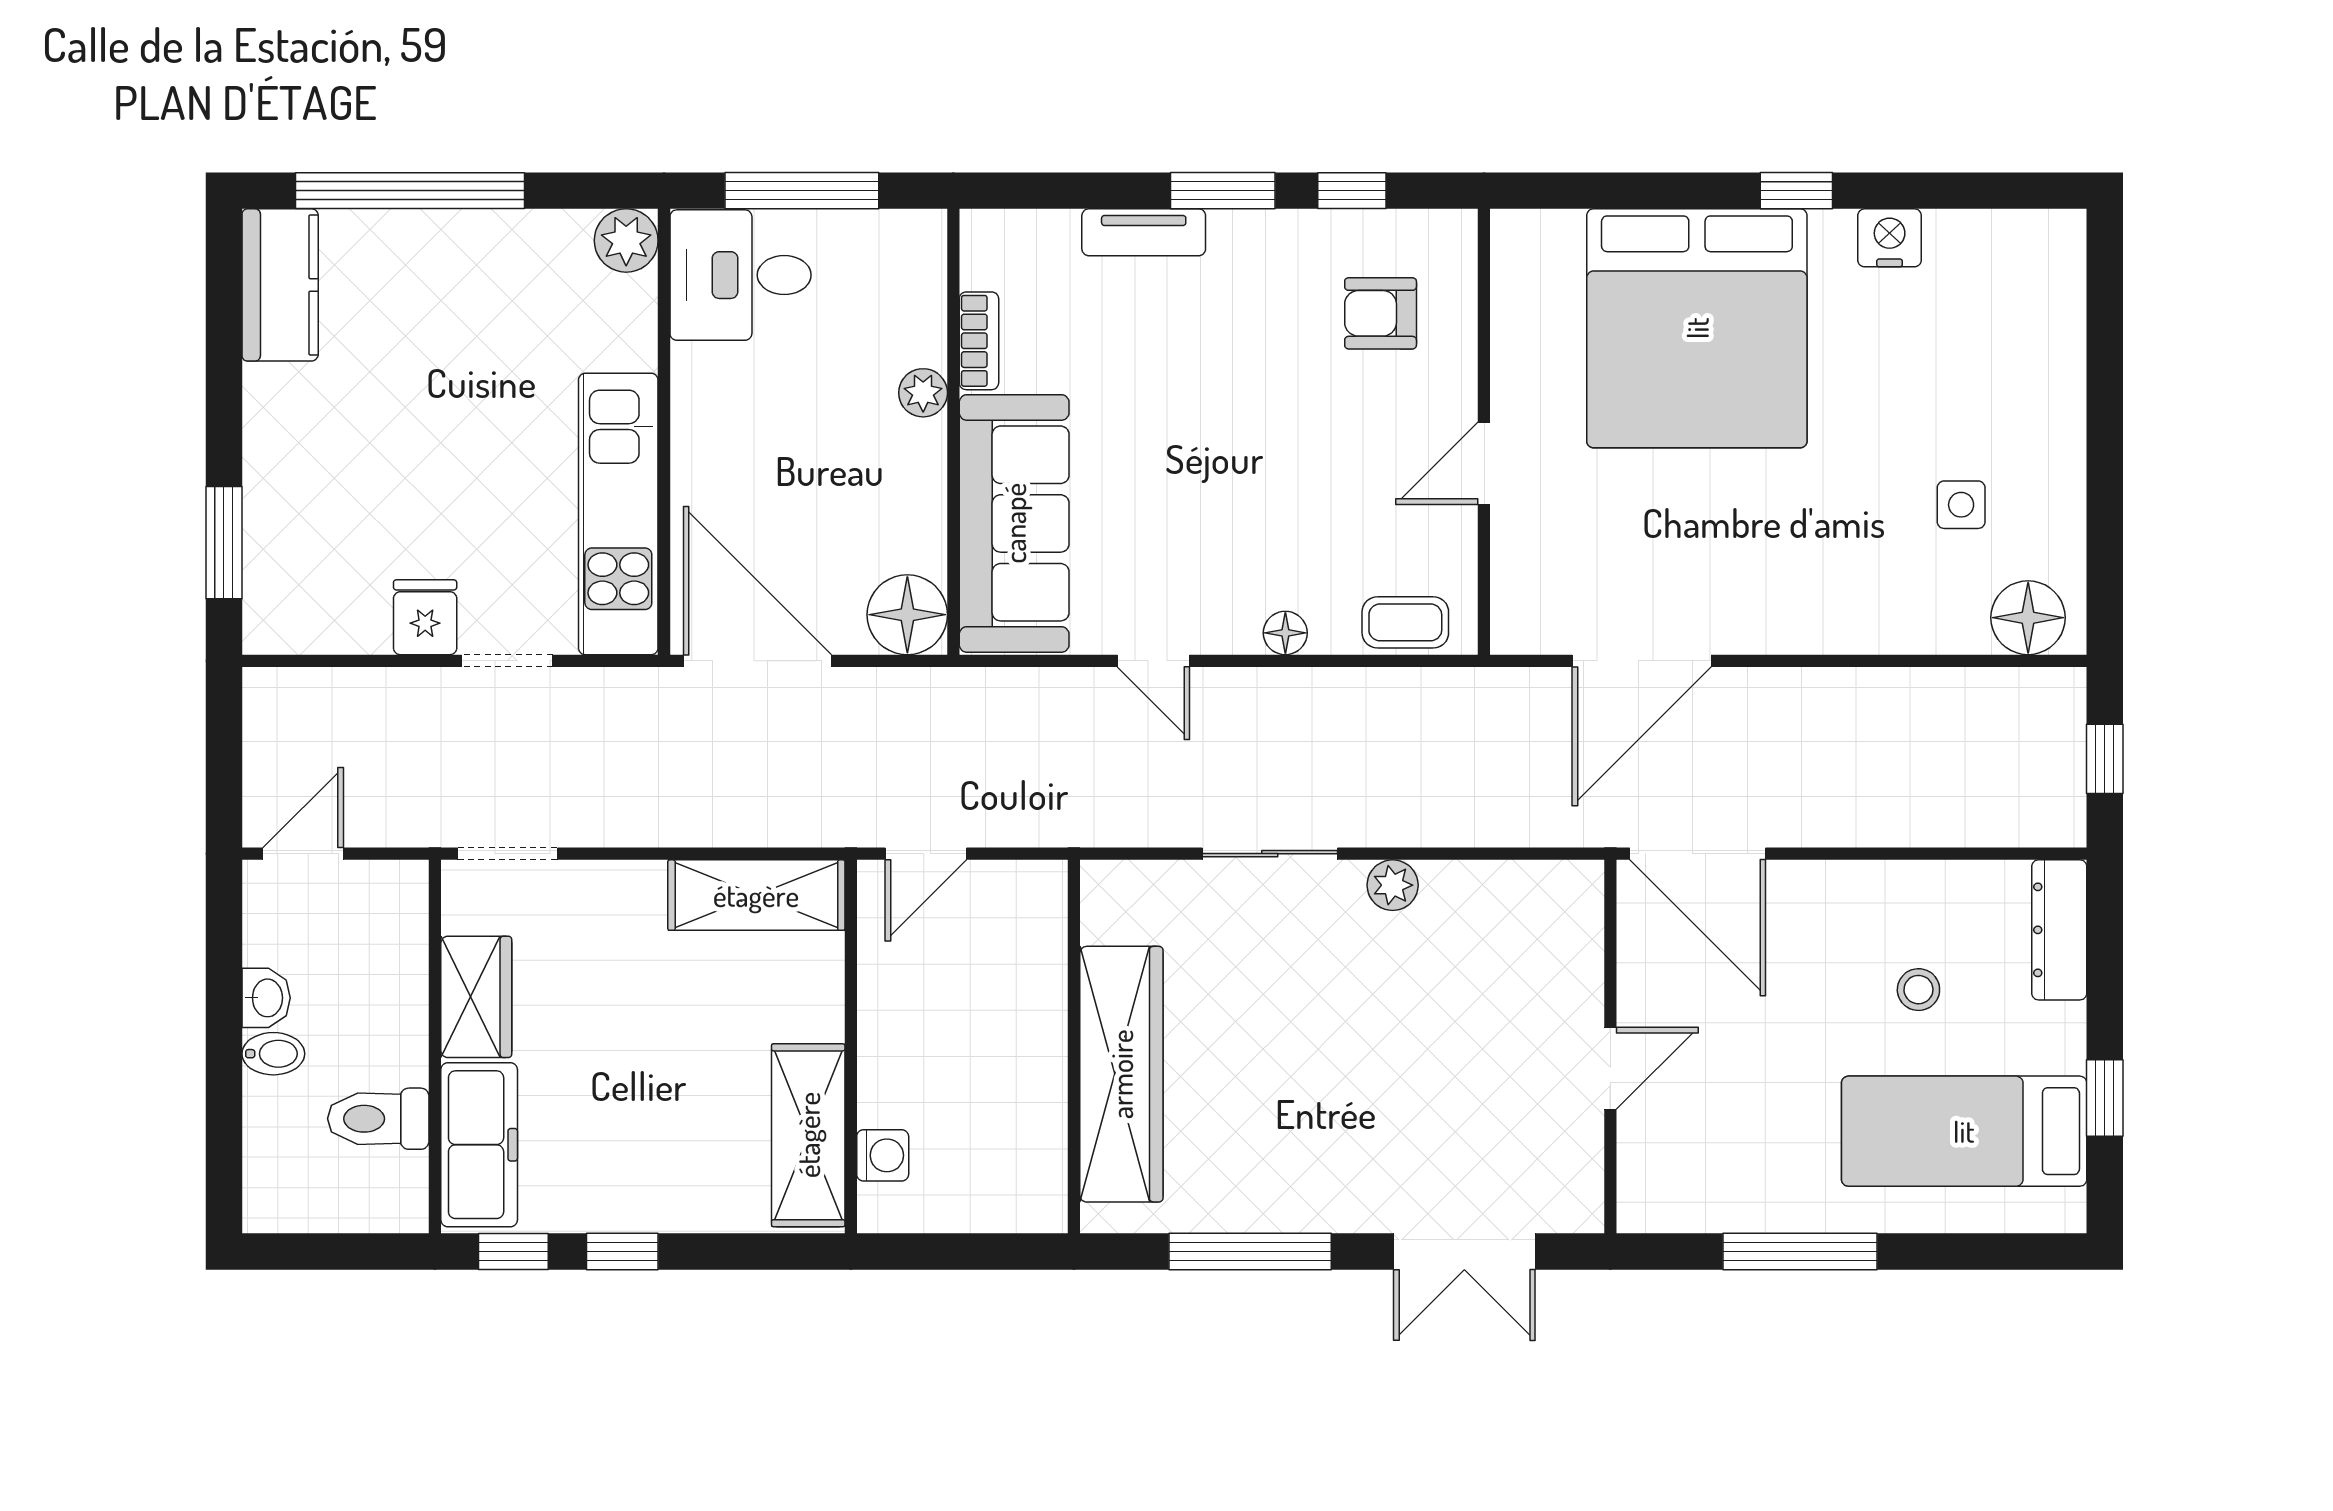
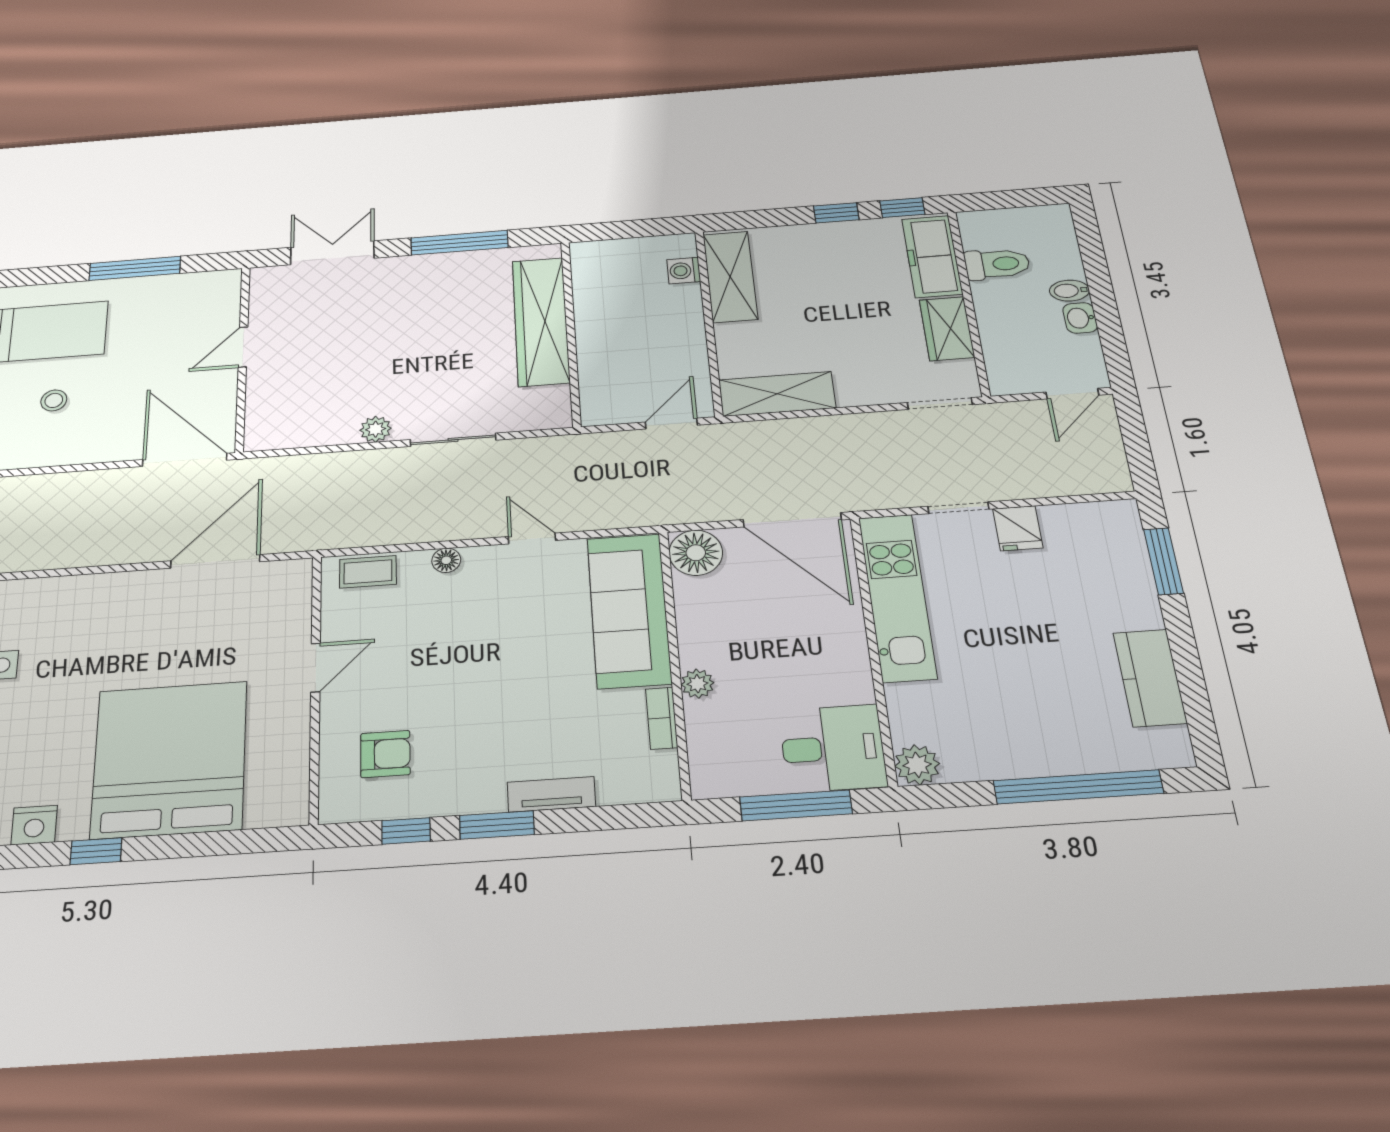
kitchen counter: (280, 285) -> (1150, 678), moved

